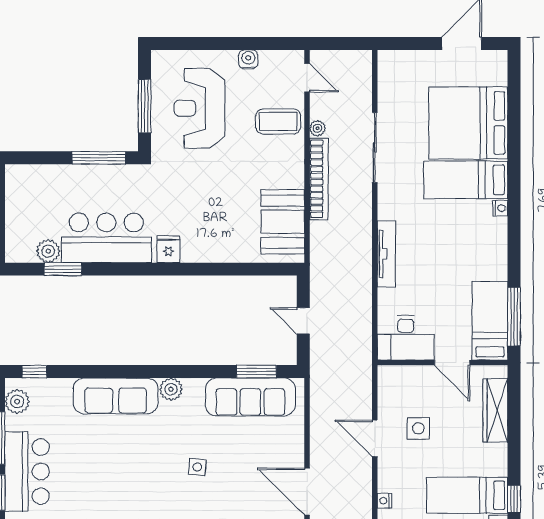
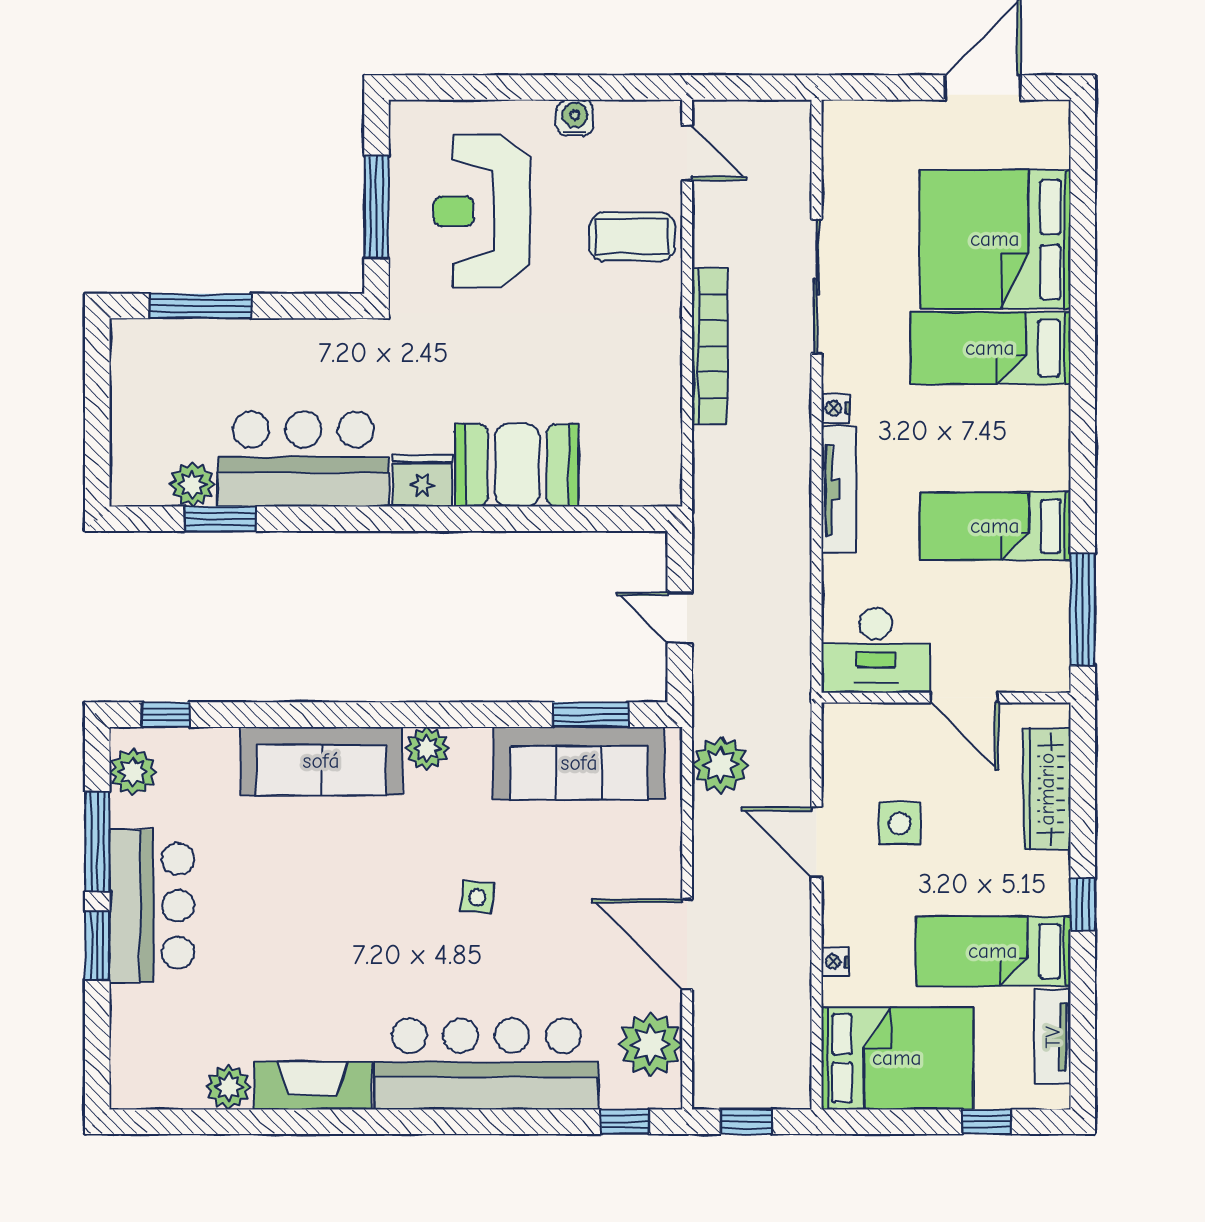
plant: (318, 128) -> (721, 765), moved, width x1.88, depth x1.88
window: (99, 158) -> (200, 306), moved
nightstand: (500, 208) -> (836, 408), moved, turned 180
booth: (283, 222) -> (517, 465), moved, turned 90
fridge: (168, 249) -> (422, 481), width x1.38
bed: (490, 321) -> (995, 526), moved, turned -90
window: (514, 499) -> (1083, 905), moved

